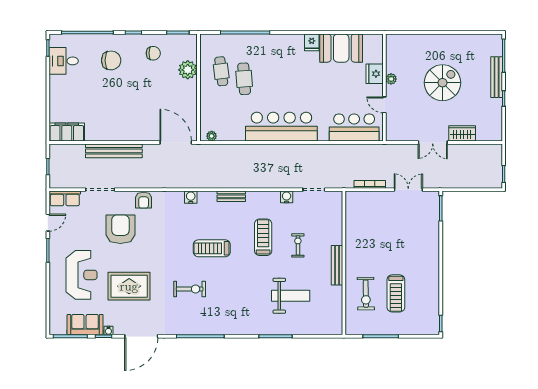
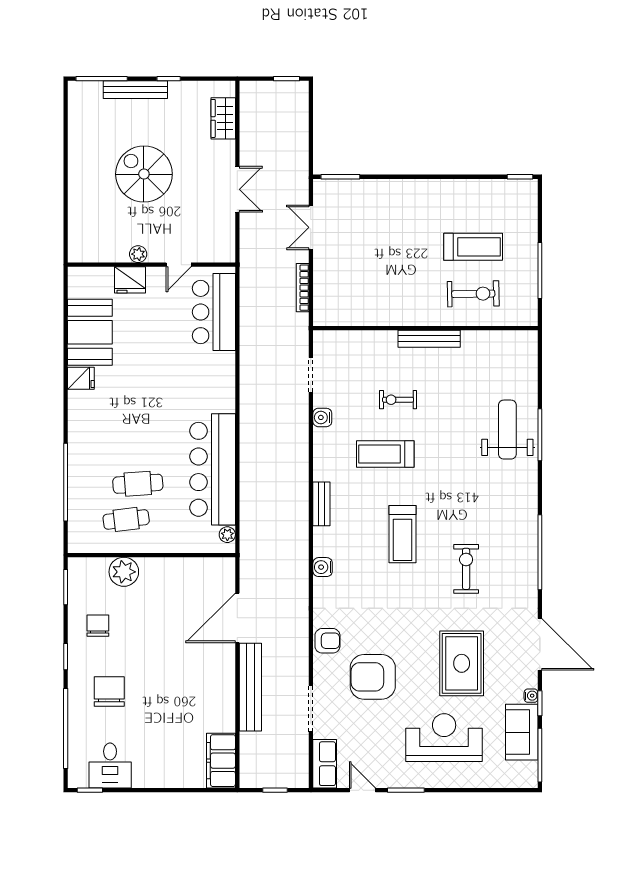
bar counter: (281, 127) -> (213, 469), moved
wardrobe: (462, 133) -> (223, 118), moved
door: (176, 142) -> (237, 618), moved
weight bench: (291, 296) -> (507, 430), moved

